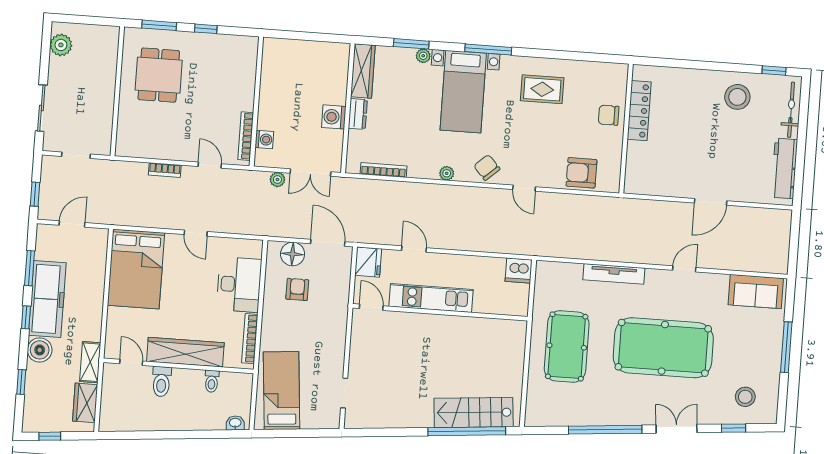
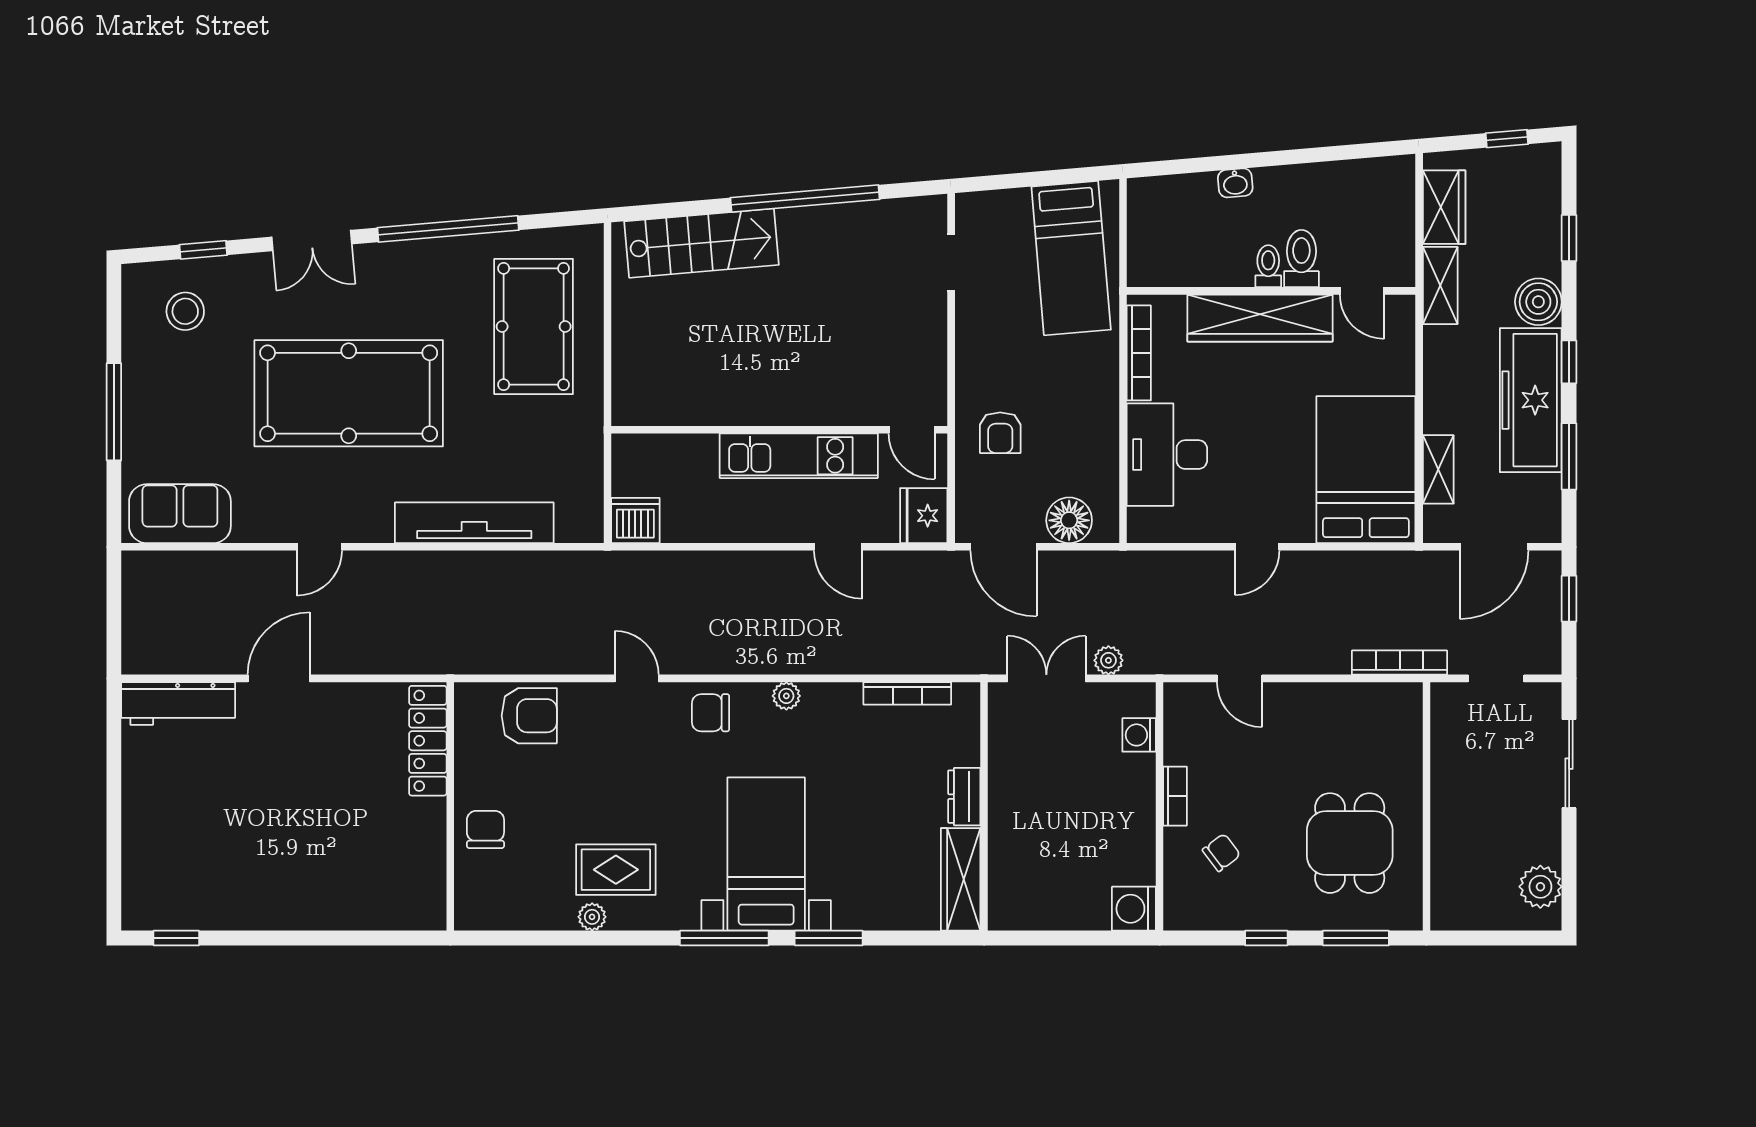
window: (411, 44) -> (829, 938), moved
plant: (423, 56) -> (592, 917), moved
chair: (226, 75) -> (1221, 852), added
stool: (737, 97) -> (242, 882), removed
bicycle: (791, 110) -> (138, 865), removed
locker: (639, 111) -> (428, 741), moved
chair: (609, 115) -> (485, 829), turned -90
washing machine: (334, 117) -> (1134, 909), moved, turned 180
bookcase: (246, 136) -> (1175, 796), moved, width x0.64
chair: (487, 167) -> (711, 713), turned 132
workbench: (784, 168) -> (178, 703), moved, turned 90
bookcase: (165, 170) -> (1400, 663), moved, width x1.56
door: (72, 224) -> (1494, 547), width x1.38
door: (196, 233) -> (1257, 547), swing flipped
shelving: (98, 266) -> (1438, 469), added
tv unit: (614, 274) -> (474, 523), width x1.36, depth x1.29
armchair: (297, 289) -> (1000, 433), moved
pool table: (567, 347) -> (534, 327), moved
toilet: (212, 381) -> (1268, 266), moved
washbasin: (235, 423) -> (1235, 183), moved
window: (467, 431) -> (805, 198), moved

